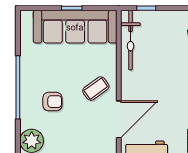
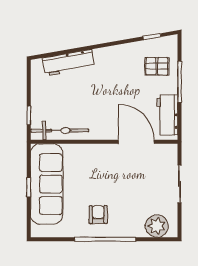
coffee table: (96, 89) -> (106, 164), removed
armchair: (52, 102) -> (98, 215), moved

